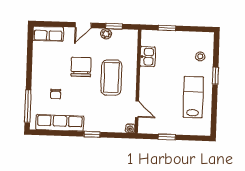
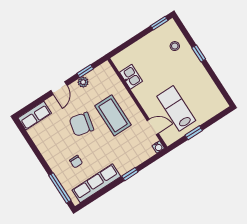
window: (167, 28) -> (159, 23), moved
chair: (81, 67) -> (81, 124), turned -77
lab bench: (193, 97) -> (176, 108), moved

